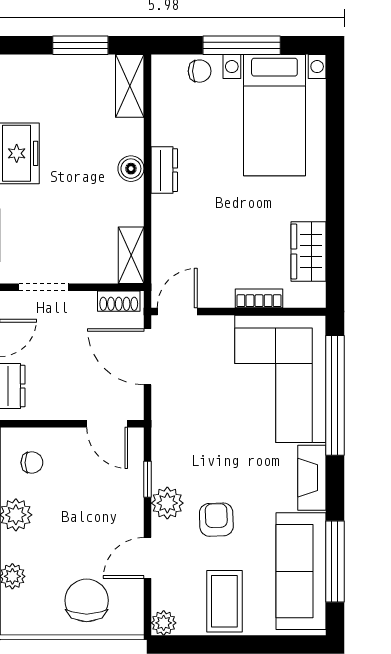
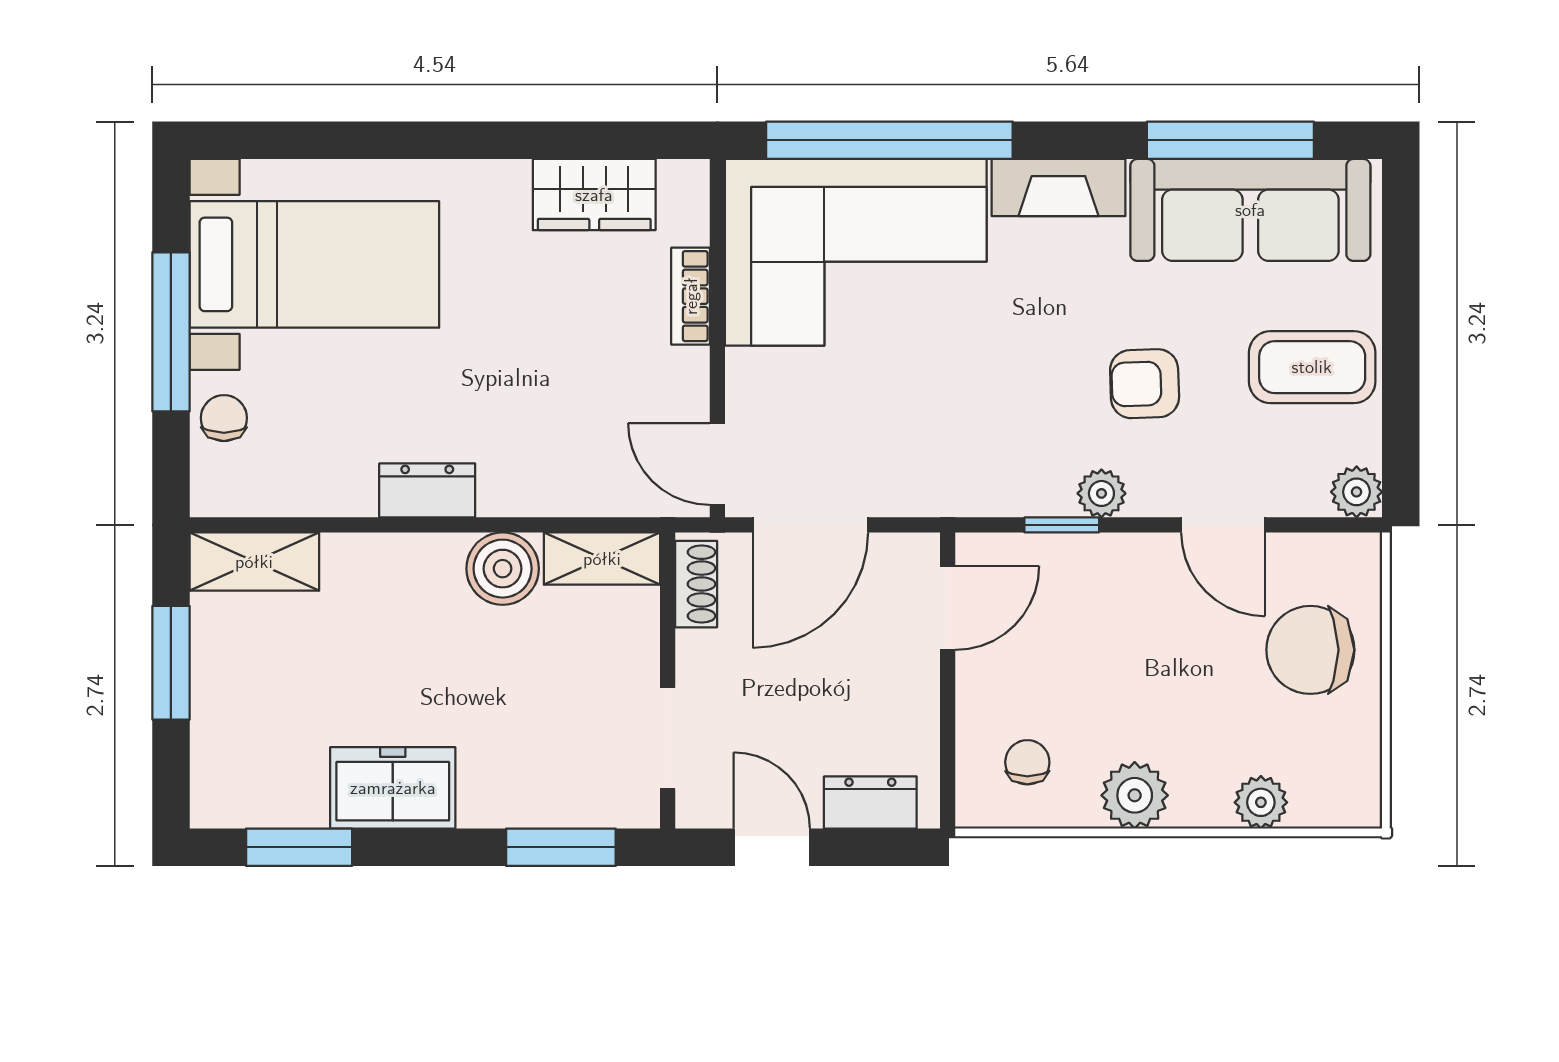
boiler: (131, 169) -> (503, 569), moved, width x1.36, depth x1.36
plant: (167, 503) -> (1101, 493), width x0.73, depth x0.73

